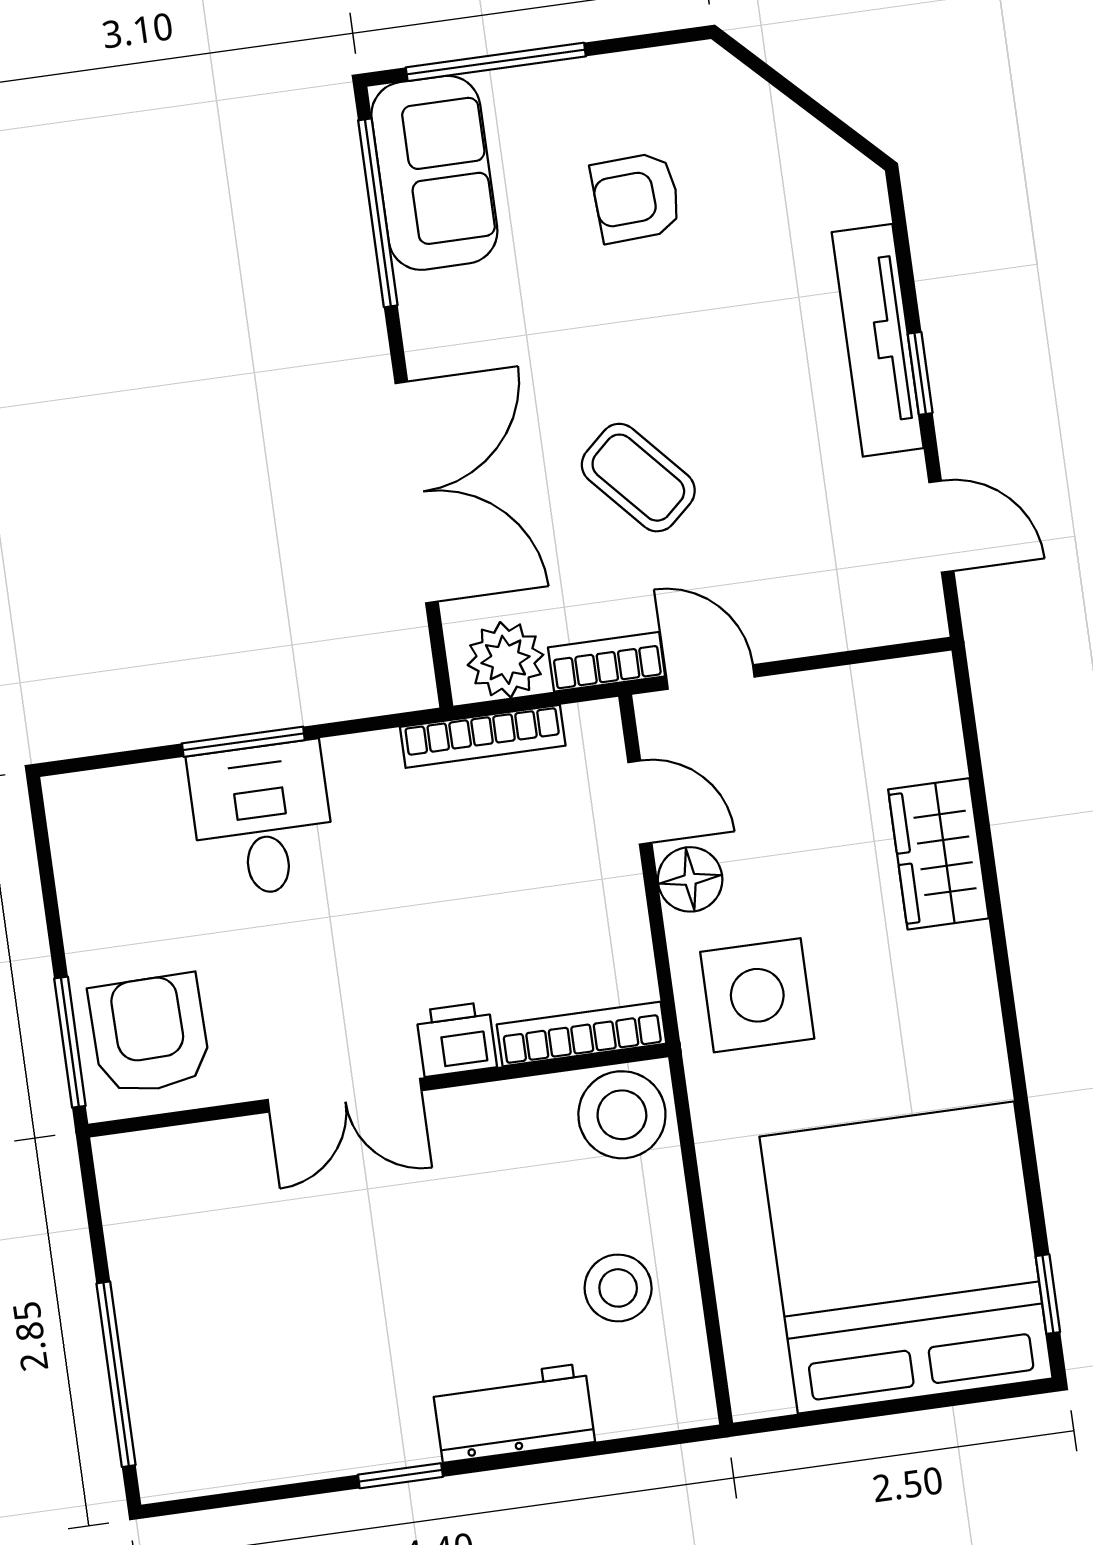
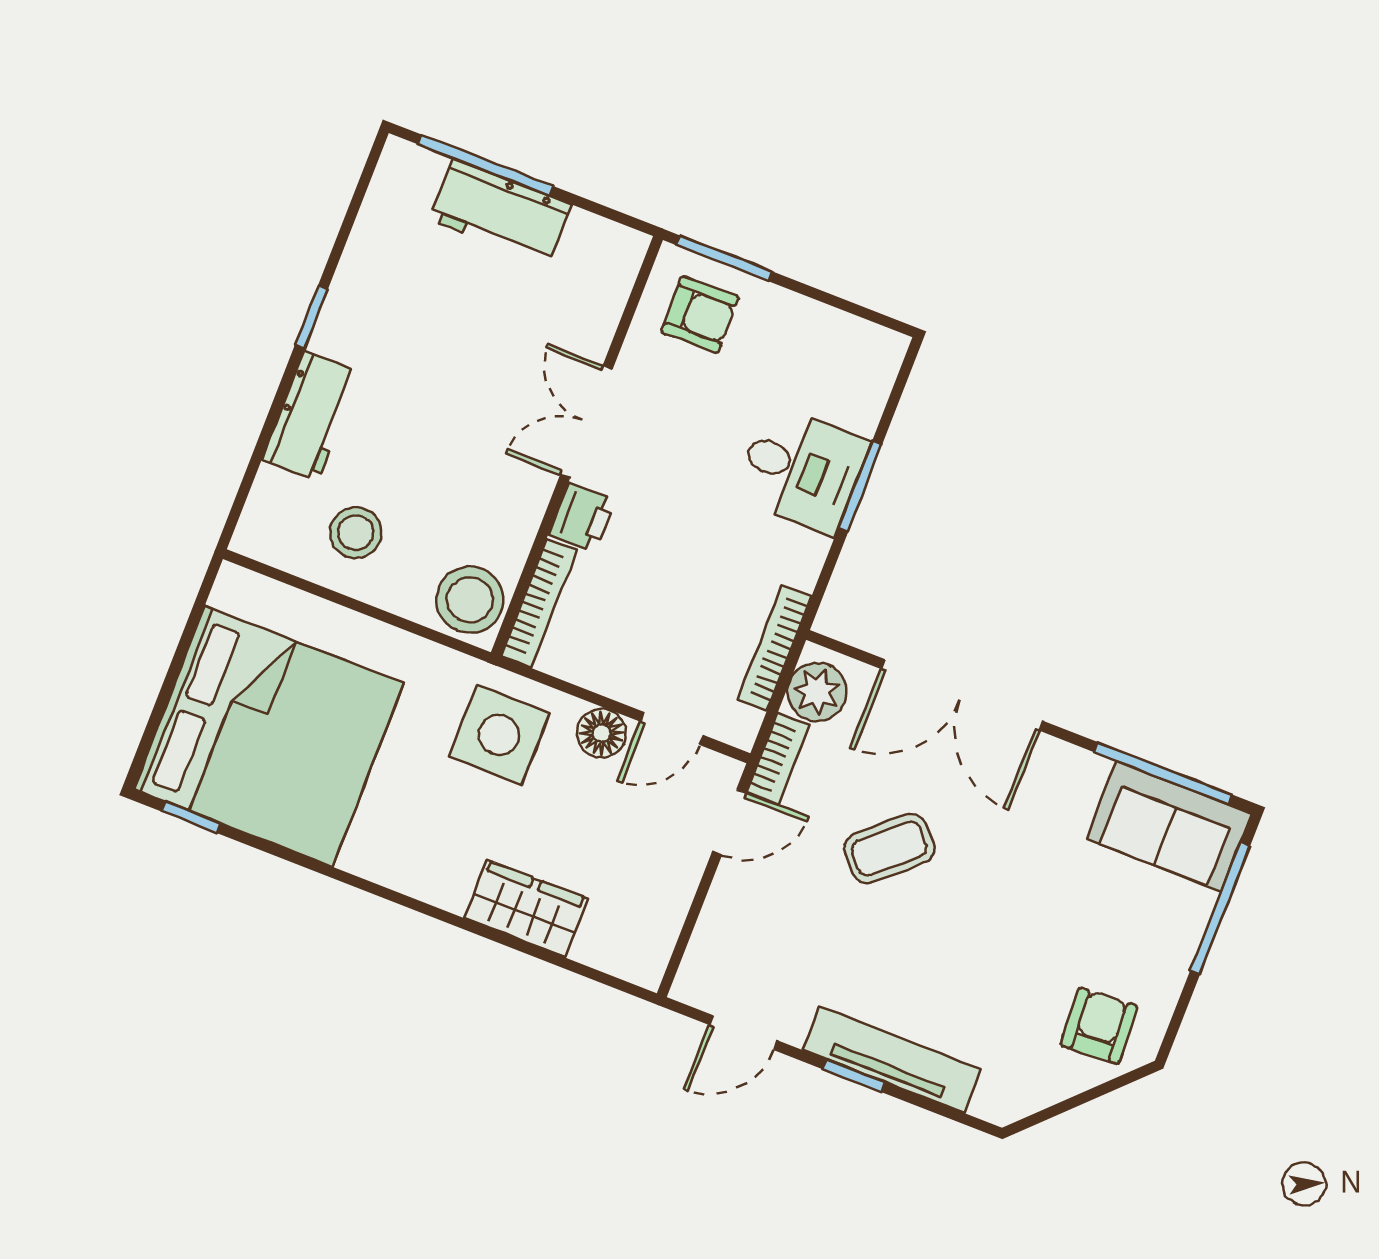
armchair: (636, 197) -> (1099, 1026), moved
armchair: (150, 1034) -> (700, 314), width x0.72, depth x0.72
workbench: (160, 1327) -> (500, 212), added

